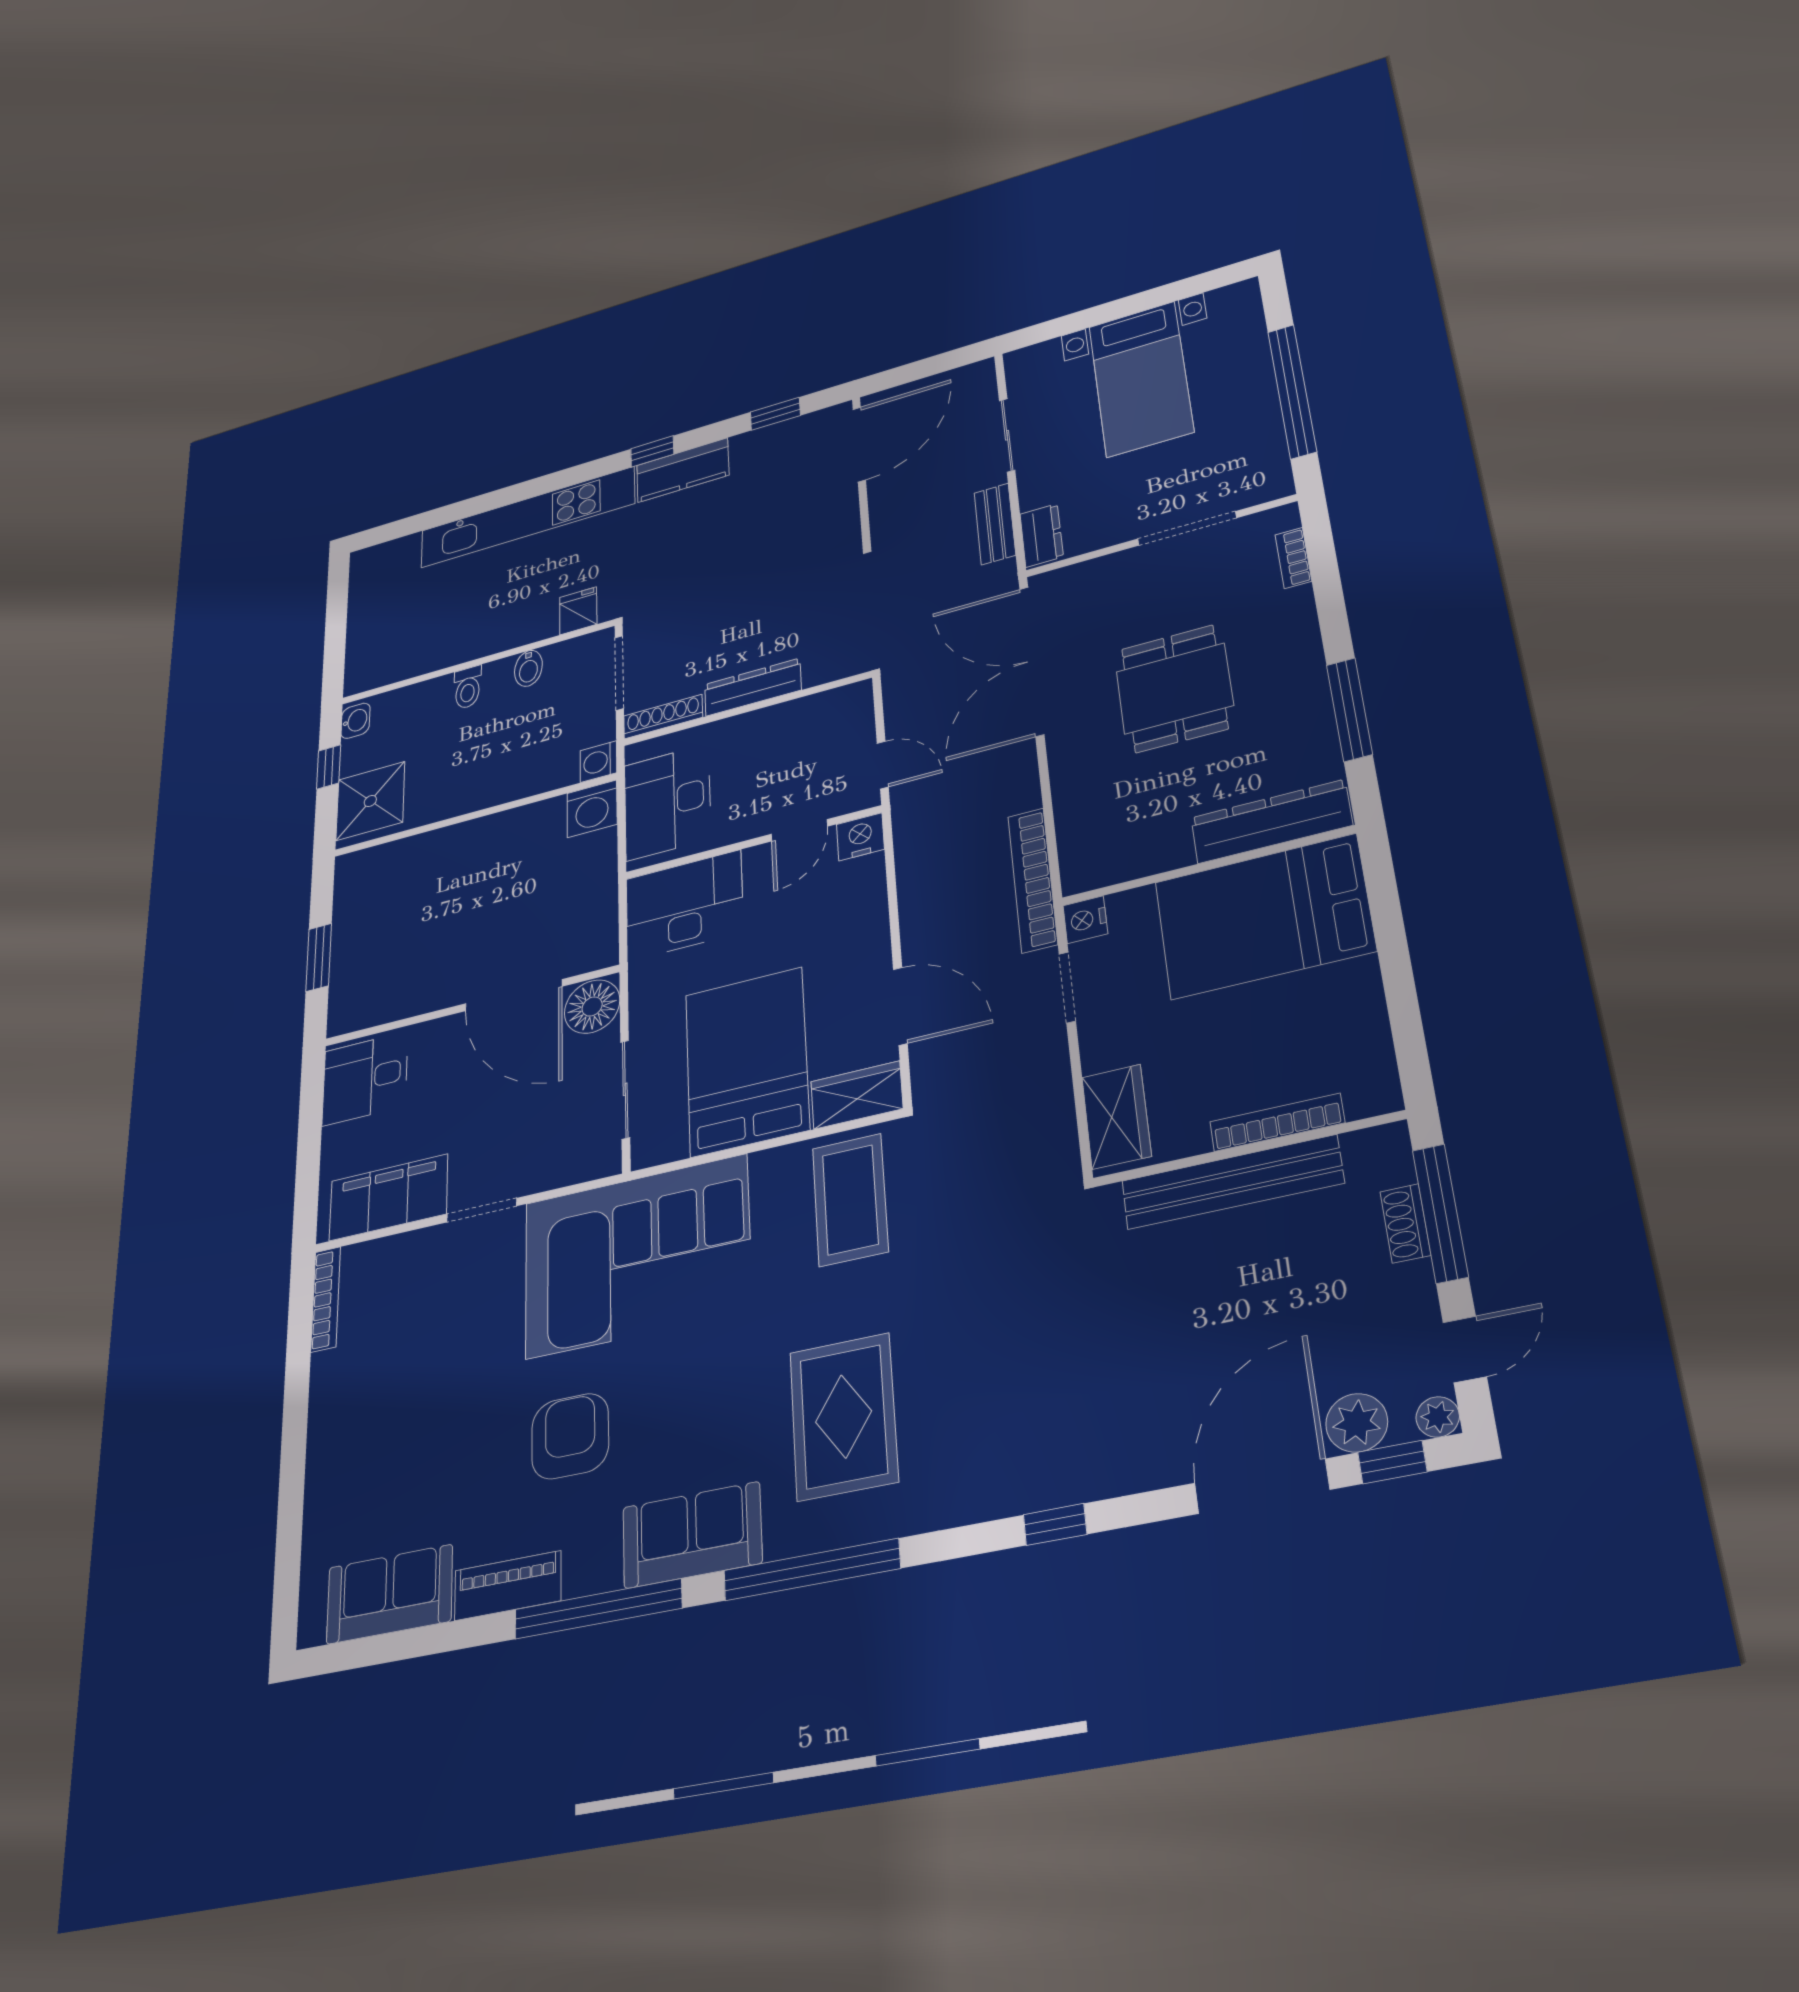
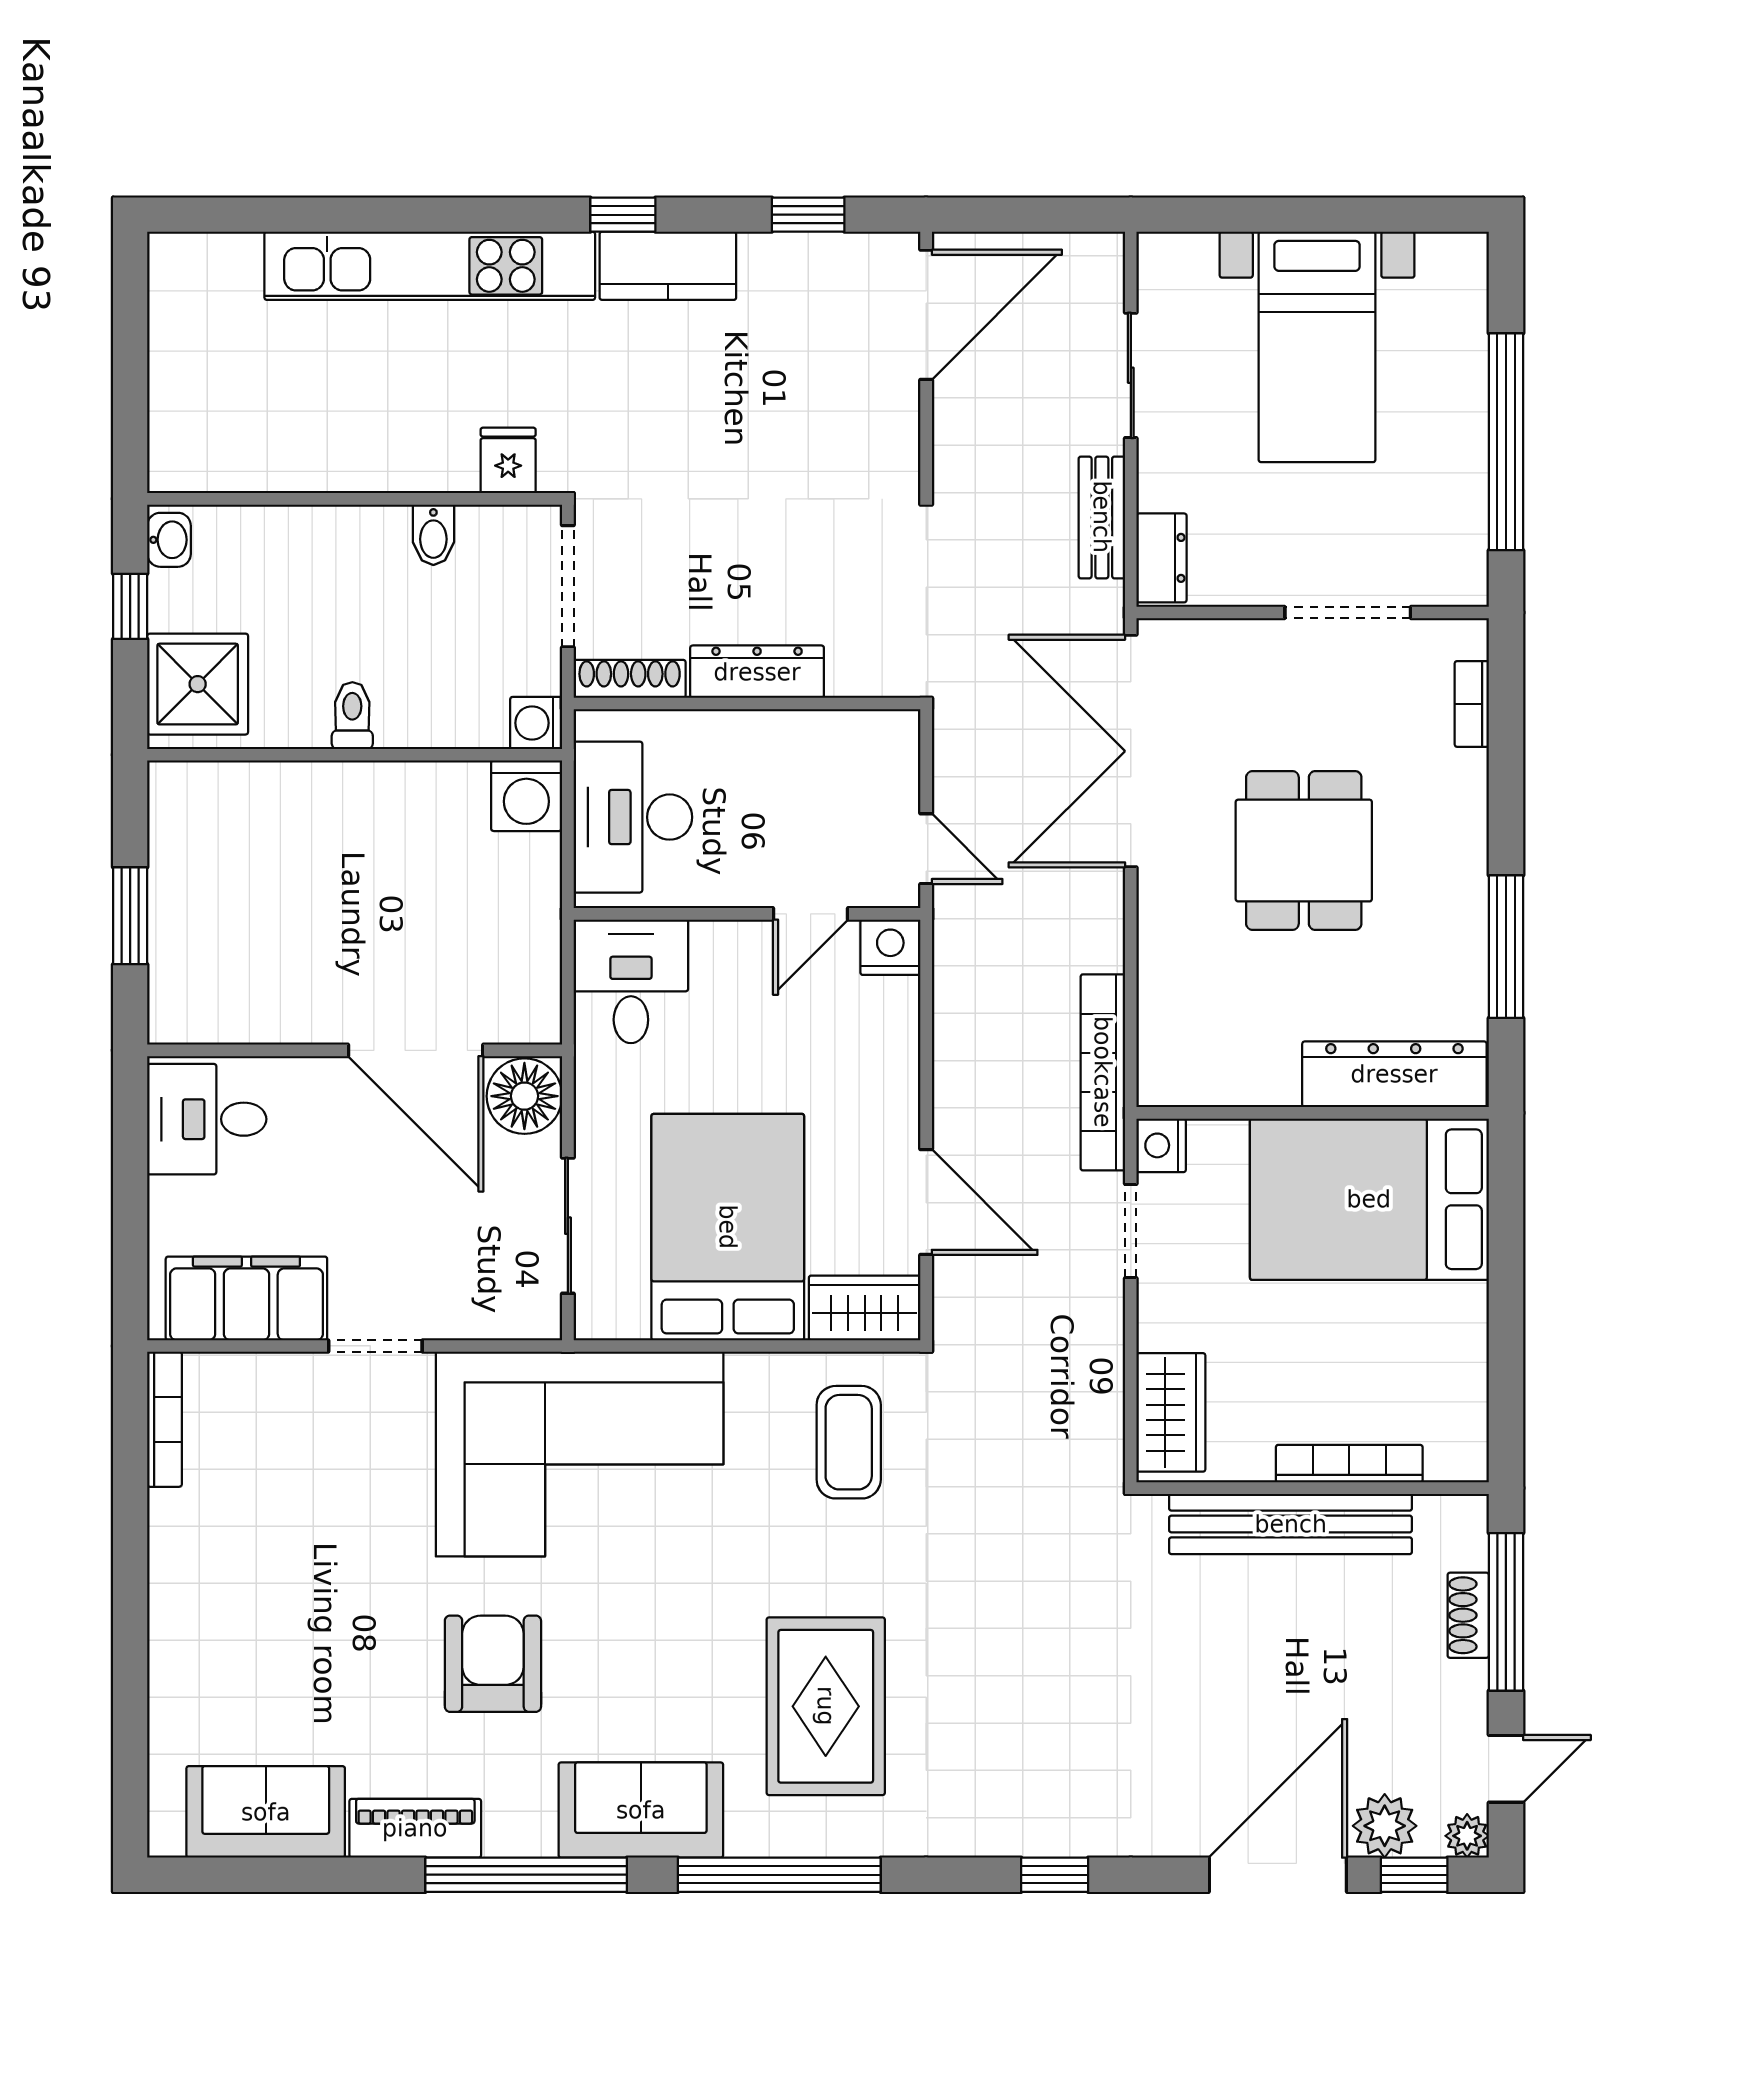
toilet: (468, 688) -> (352, 716), moved, turned 180
desk: (684, 905) -> (631, 981), width x0.73
coffee table: (850, 1200) -> (849, 1442), width x0.73, depth x0.76

